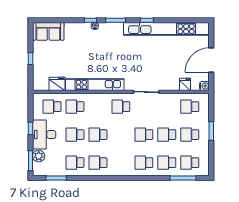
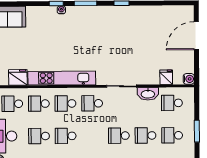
kitchen unit: (166, 29) -> (144, 13), removed
door: (211, 60) -> (196, 36), moved
washbasin: (169, 99) -> (148, 94), added
school desk: (98, 107) -> (65, 103), added

